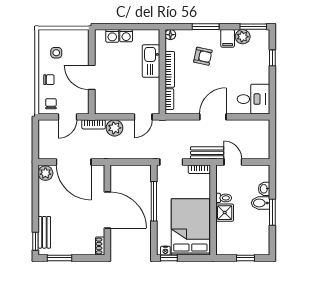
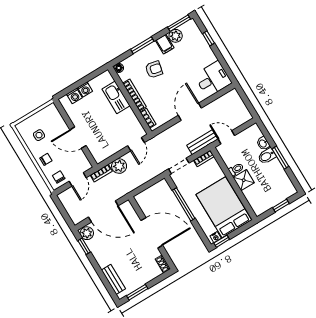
window: (35, 241) -> (84, 246), moved

